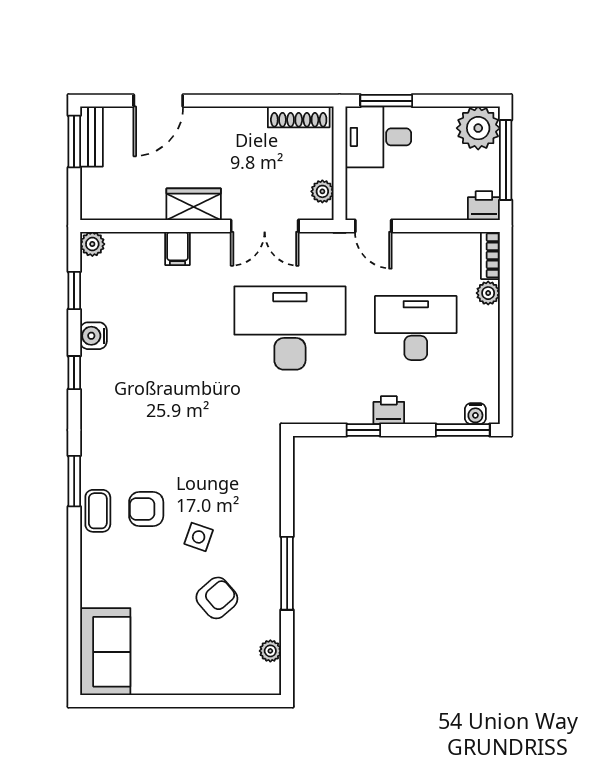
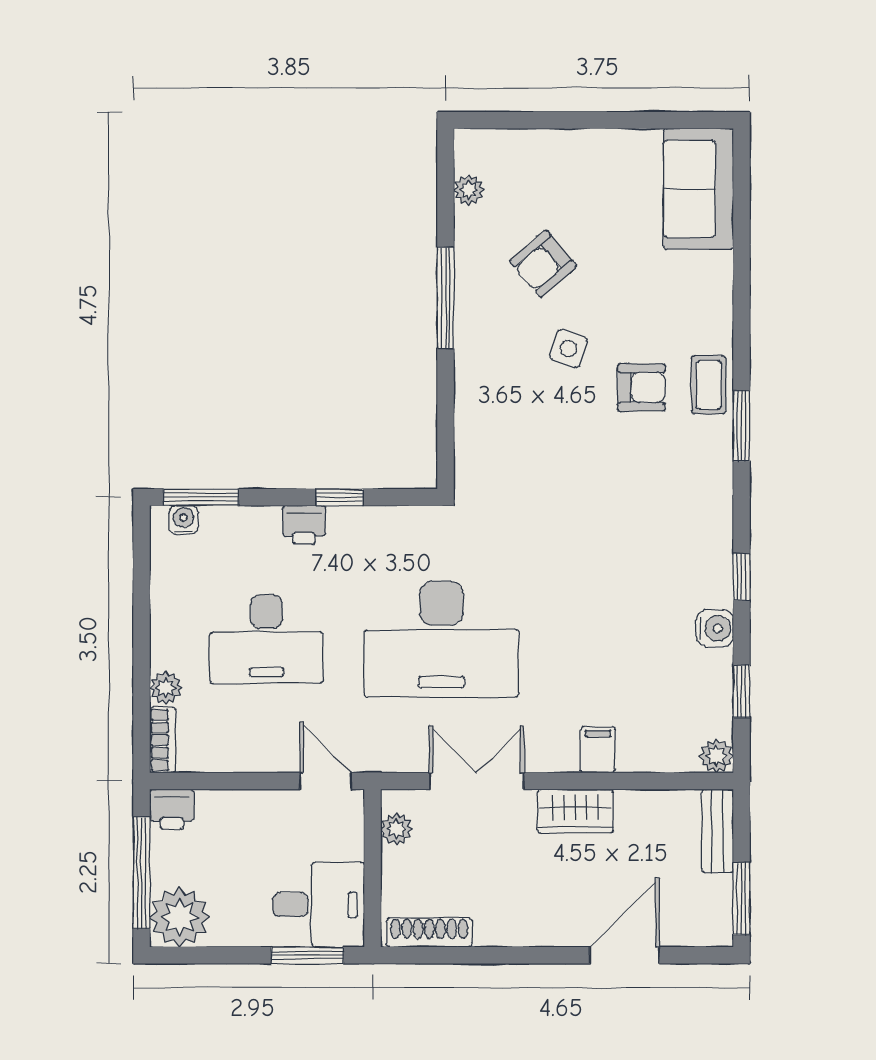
bench: (92, 136) -> (717, 831), moved

